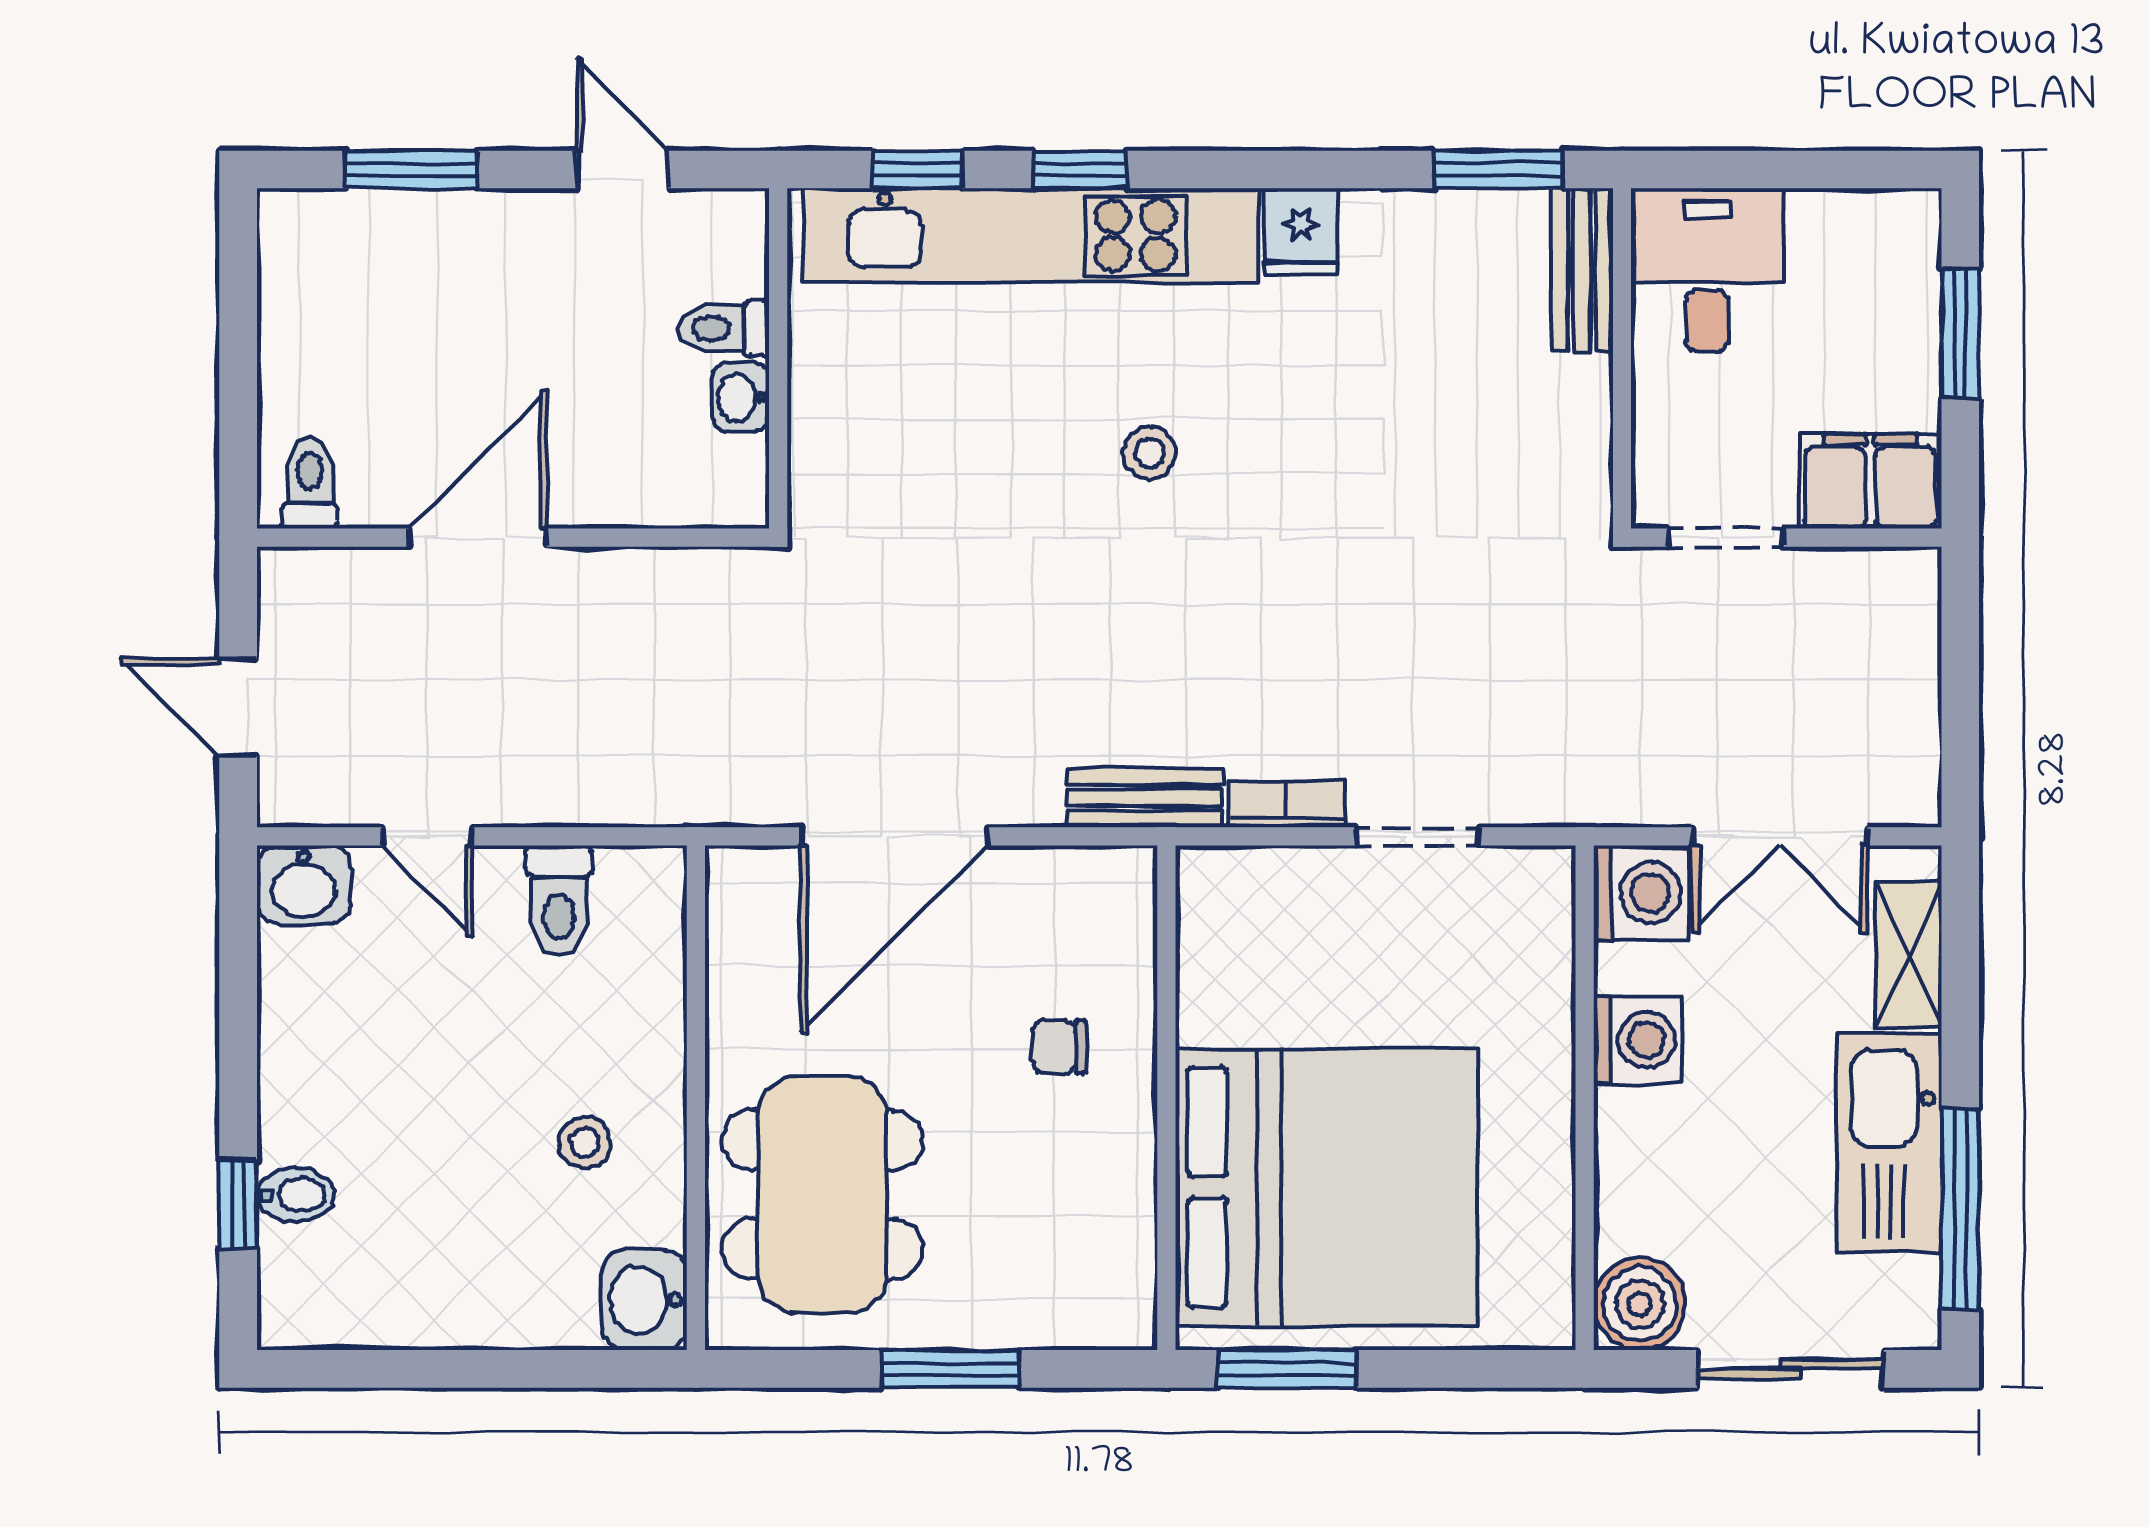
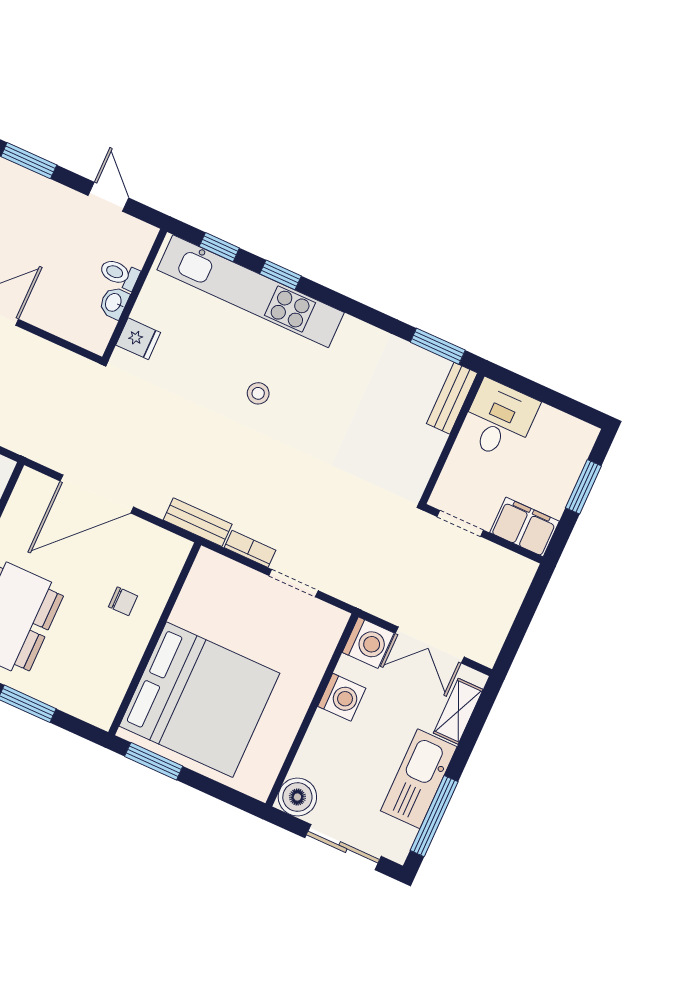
fridge: (1301, 231) -> (138, 339), moved, turned -90
chair: (1059, 1047) -> (123, 601), turned 180

